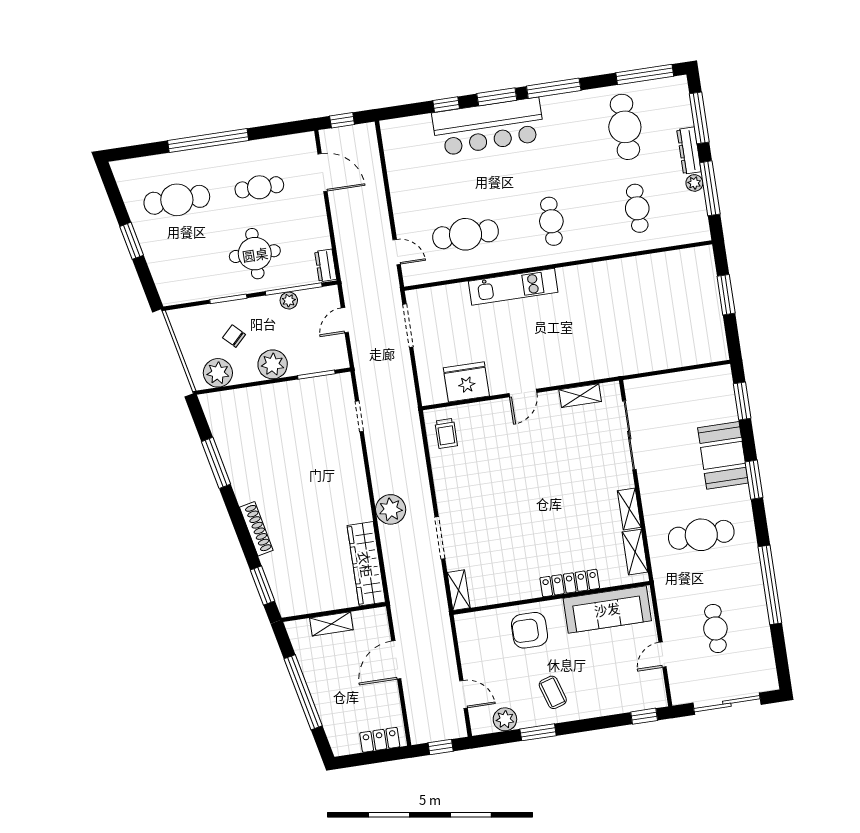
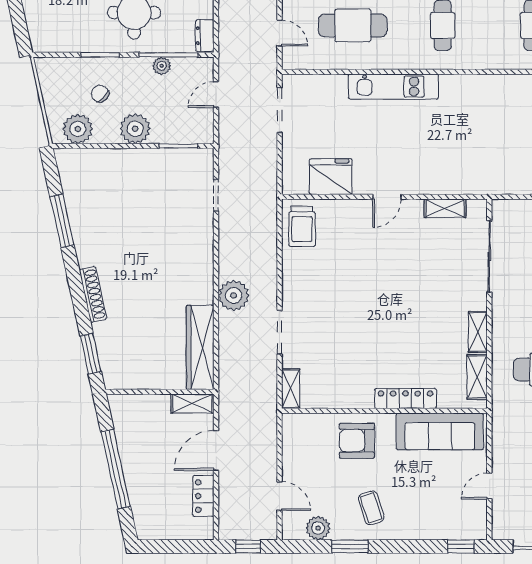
trolley: (446, 433) -> (302, 226), width x1.36, depth x1.39
shelving: (331, 624) -> (192, 403), moved
locker: (380, 740) -> (203, 496), moved, turned -90

